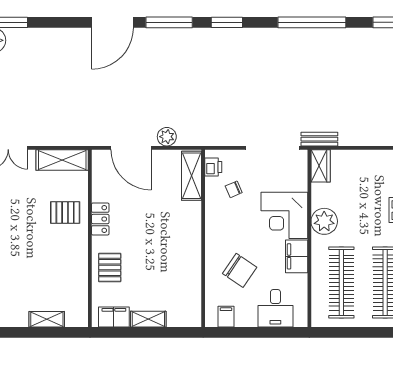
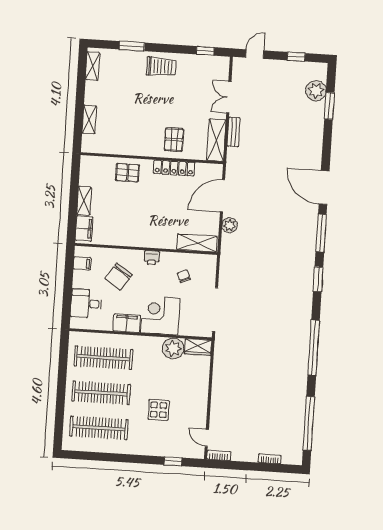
bench: (319, 139) -> (234, 132), moved
printer: (213, 167) -> (152, 258), moved
locker: (100, 219) -> (174, 168), width x1.53
plant: (324, 221) -> (173, 348), moved
filing cabinet: (114, 317) -> (84, 229), moved

